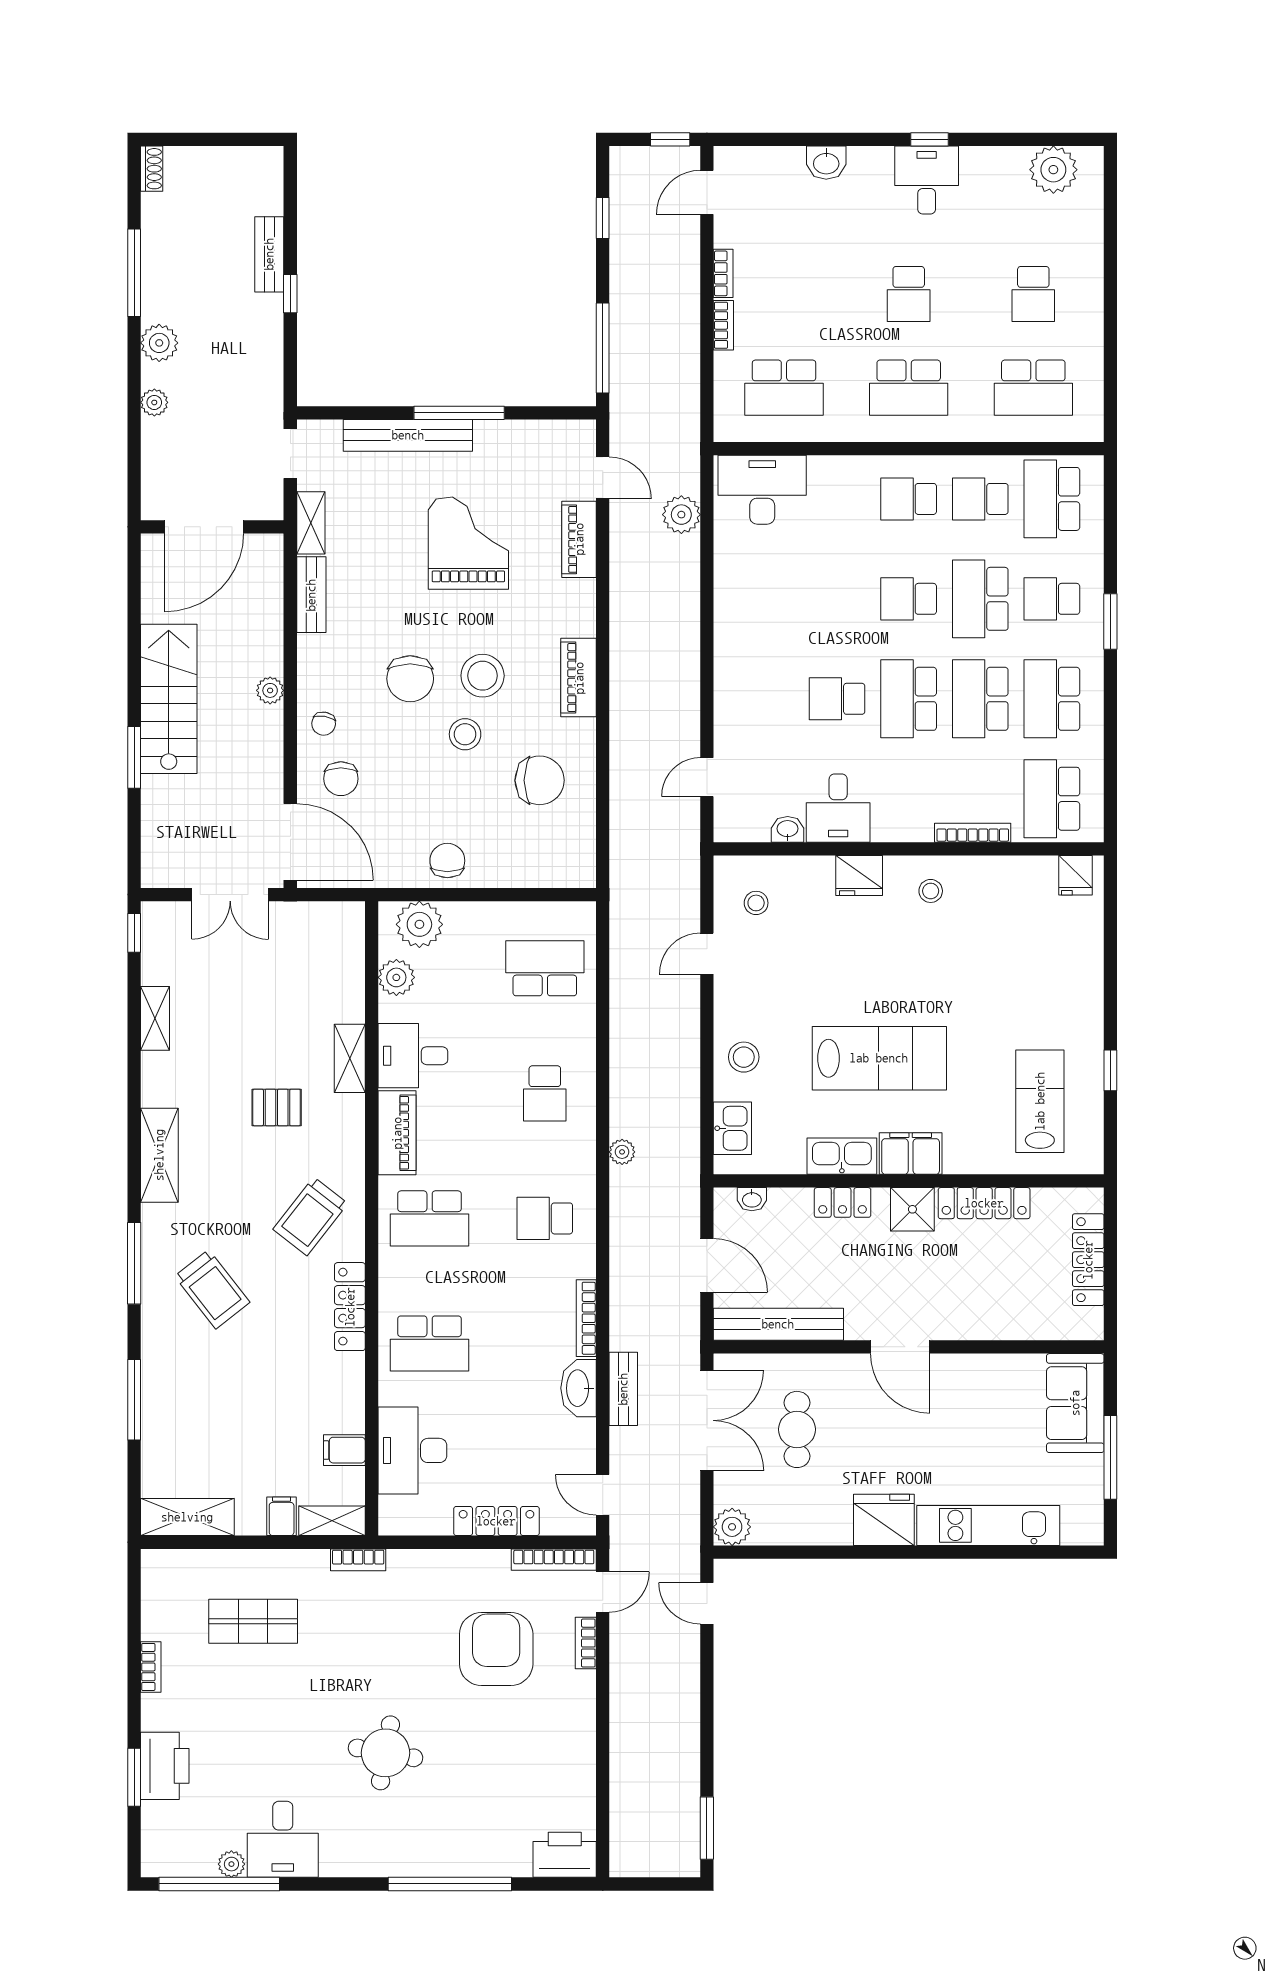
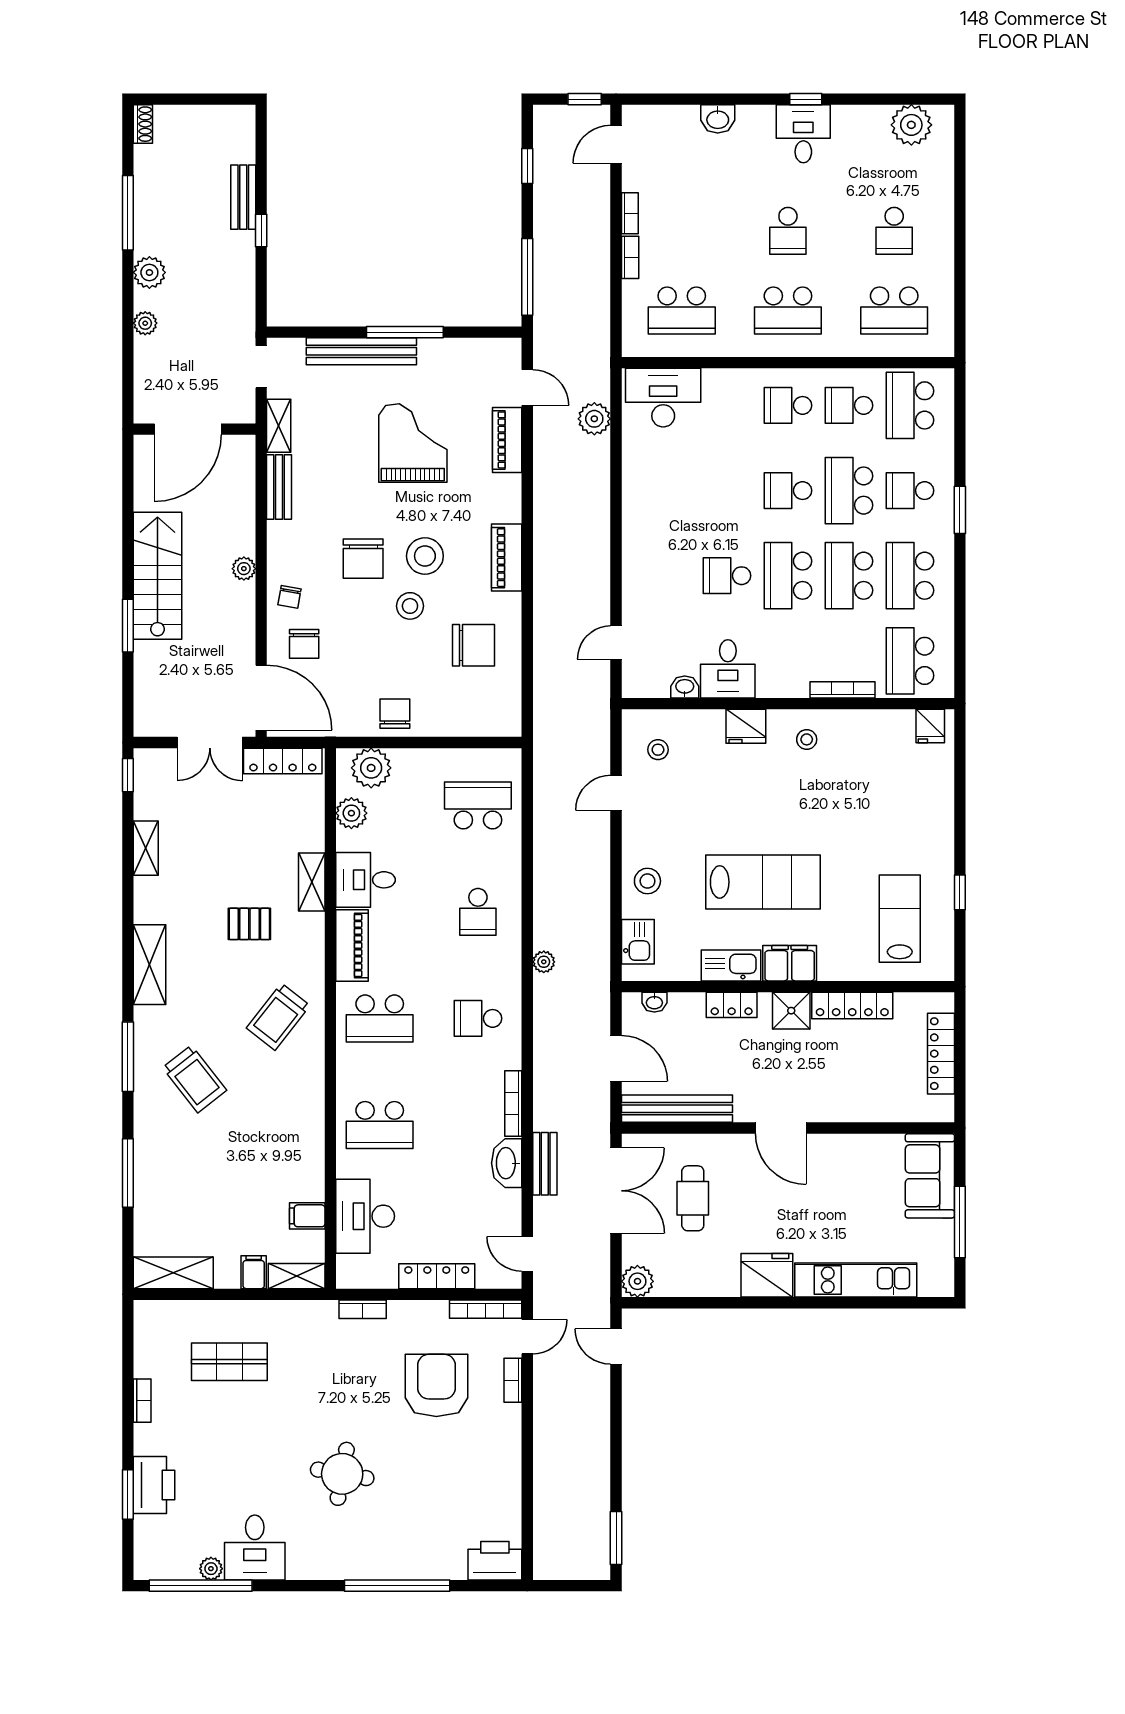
locker: (350, 1307) -> (283, 761), moved, turned -90
bookcase: (358, 1560) -> (363, 1309), moved

